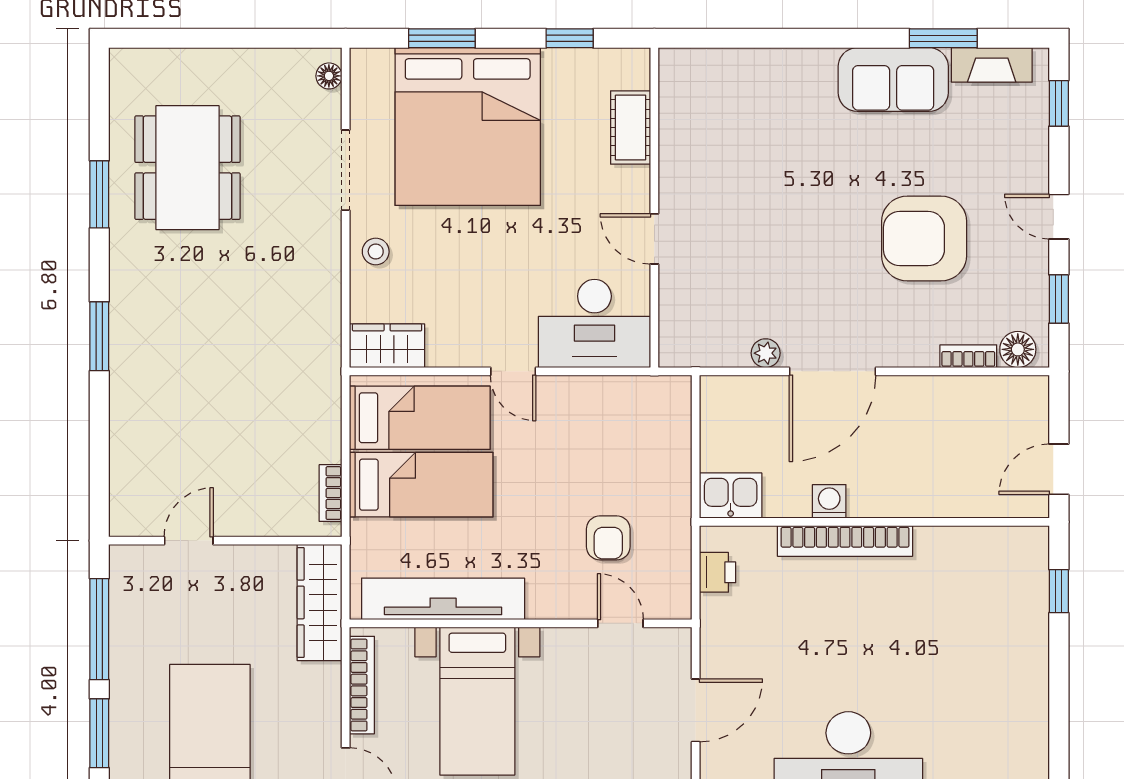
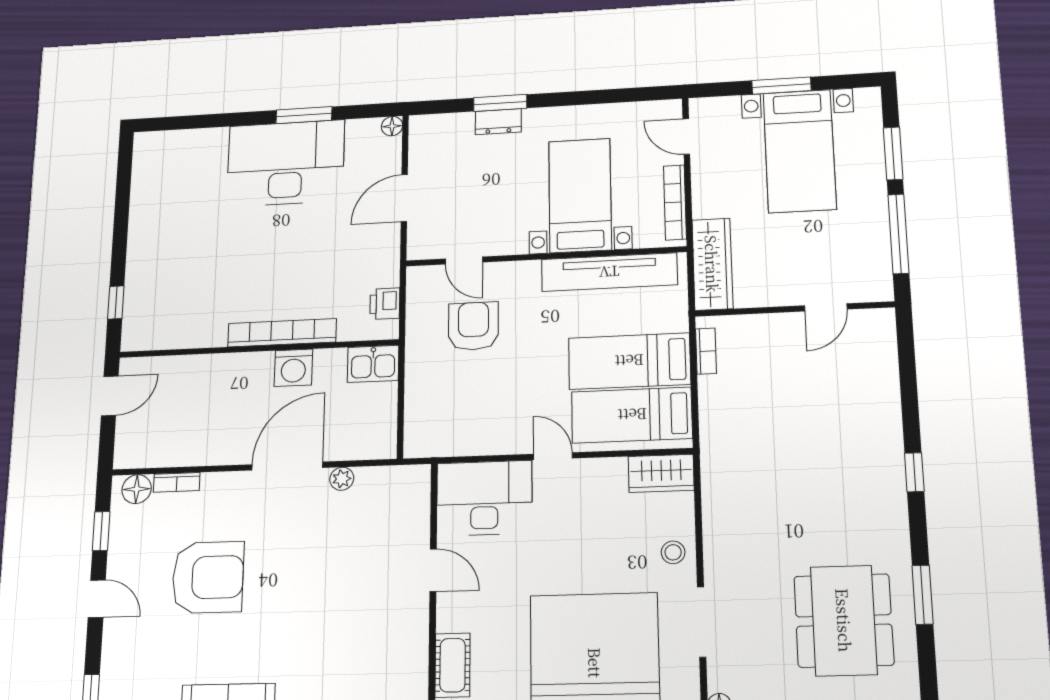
window: (99, 336) -> (914, 472), width x0.67
washing machine: (829, 501) -> (293, 368), width x1.38, depth x1.38
armchair: (608, 538) -> (473, 326), width x1.38, depth x1.38

